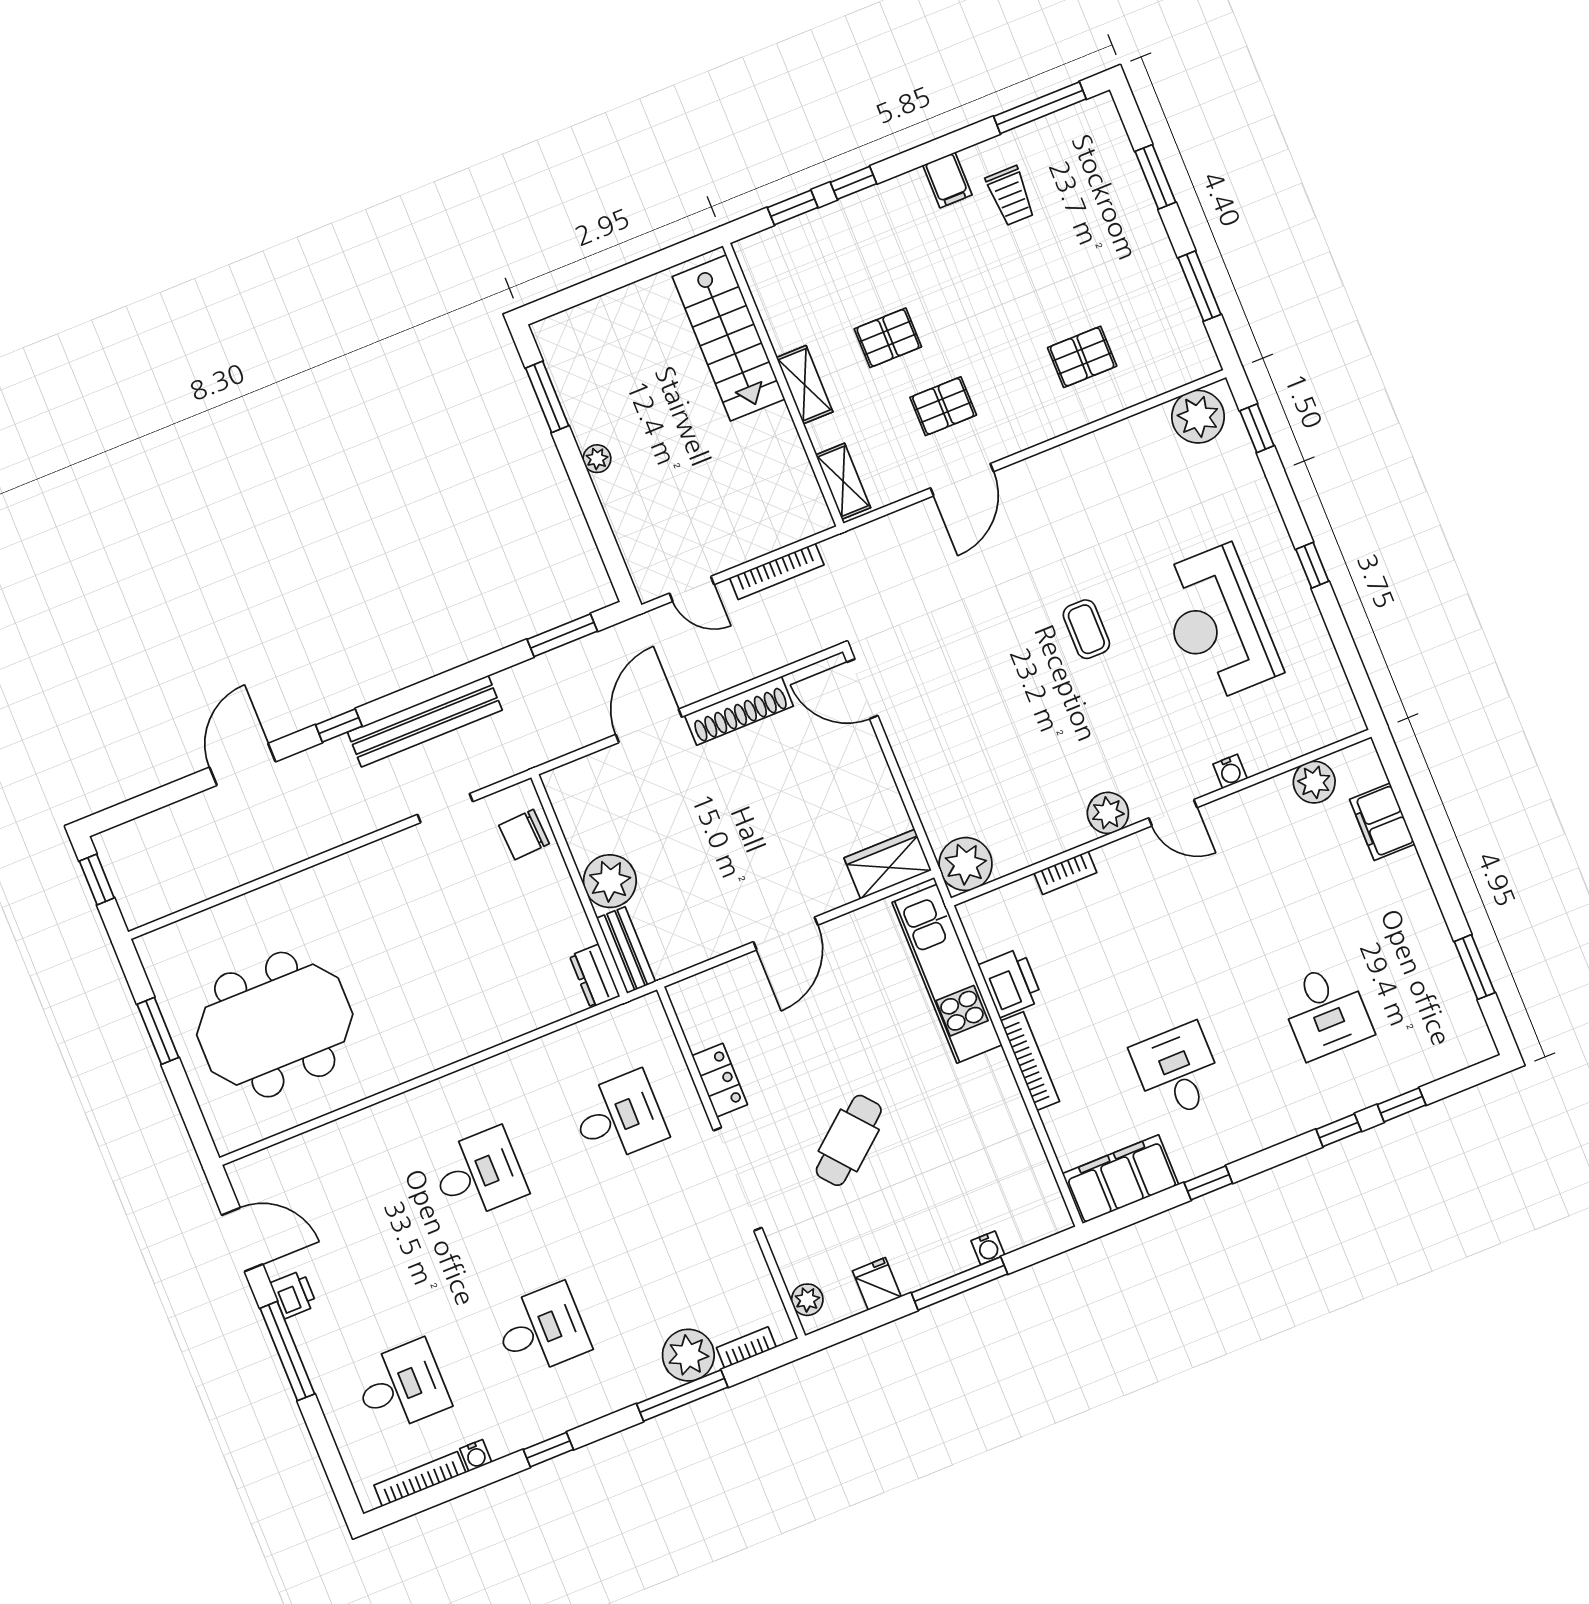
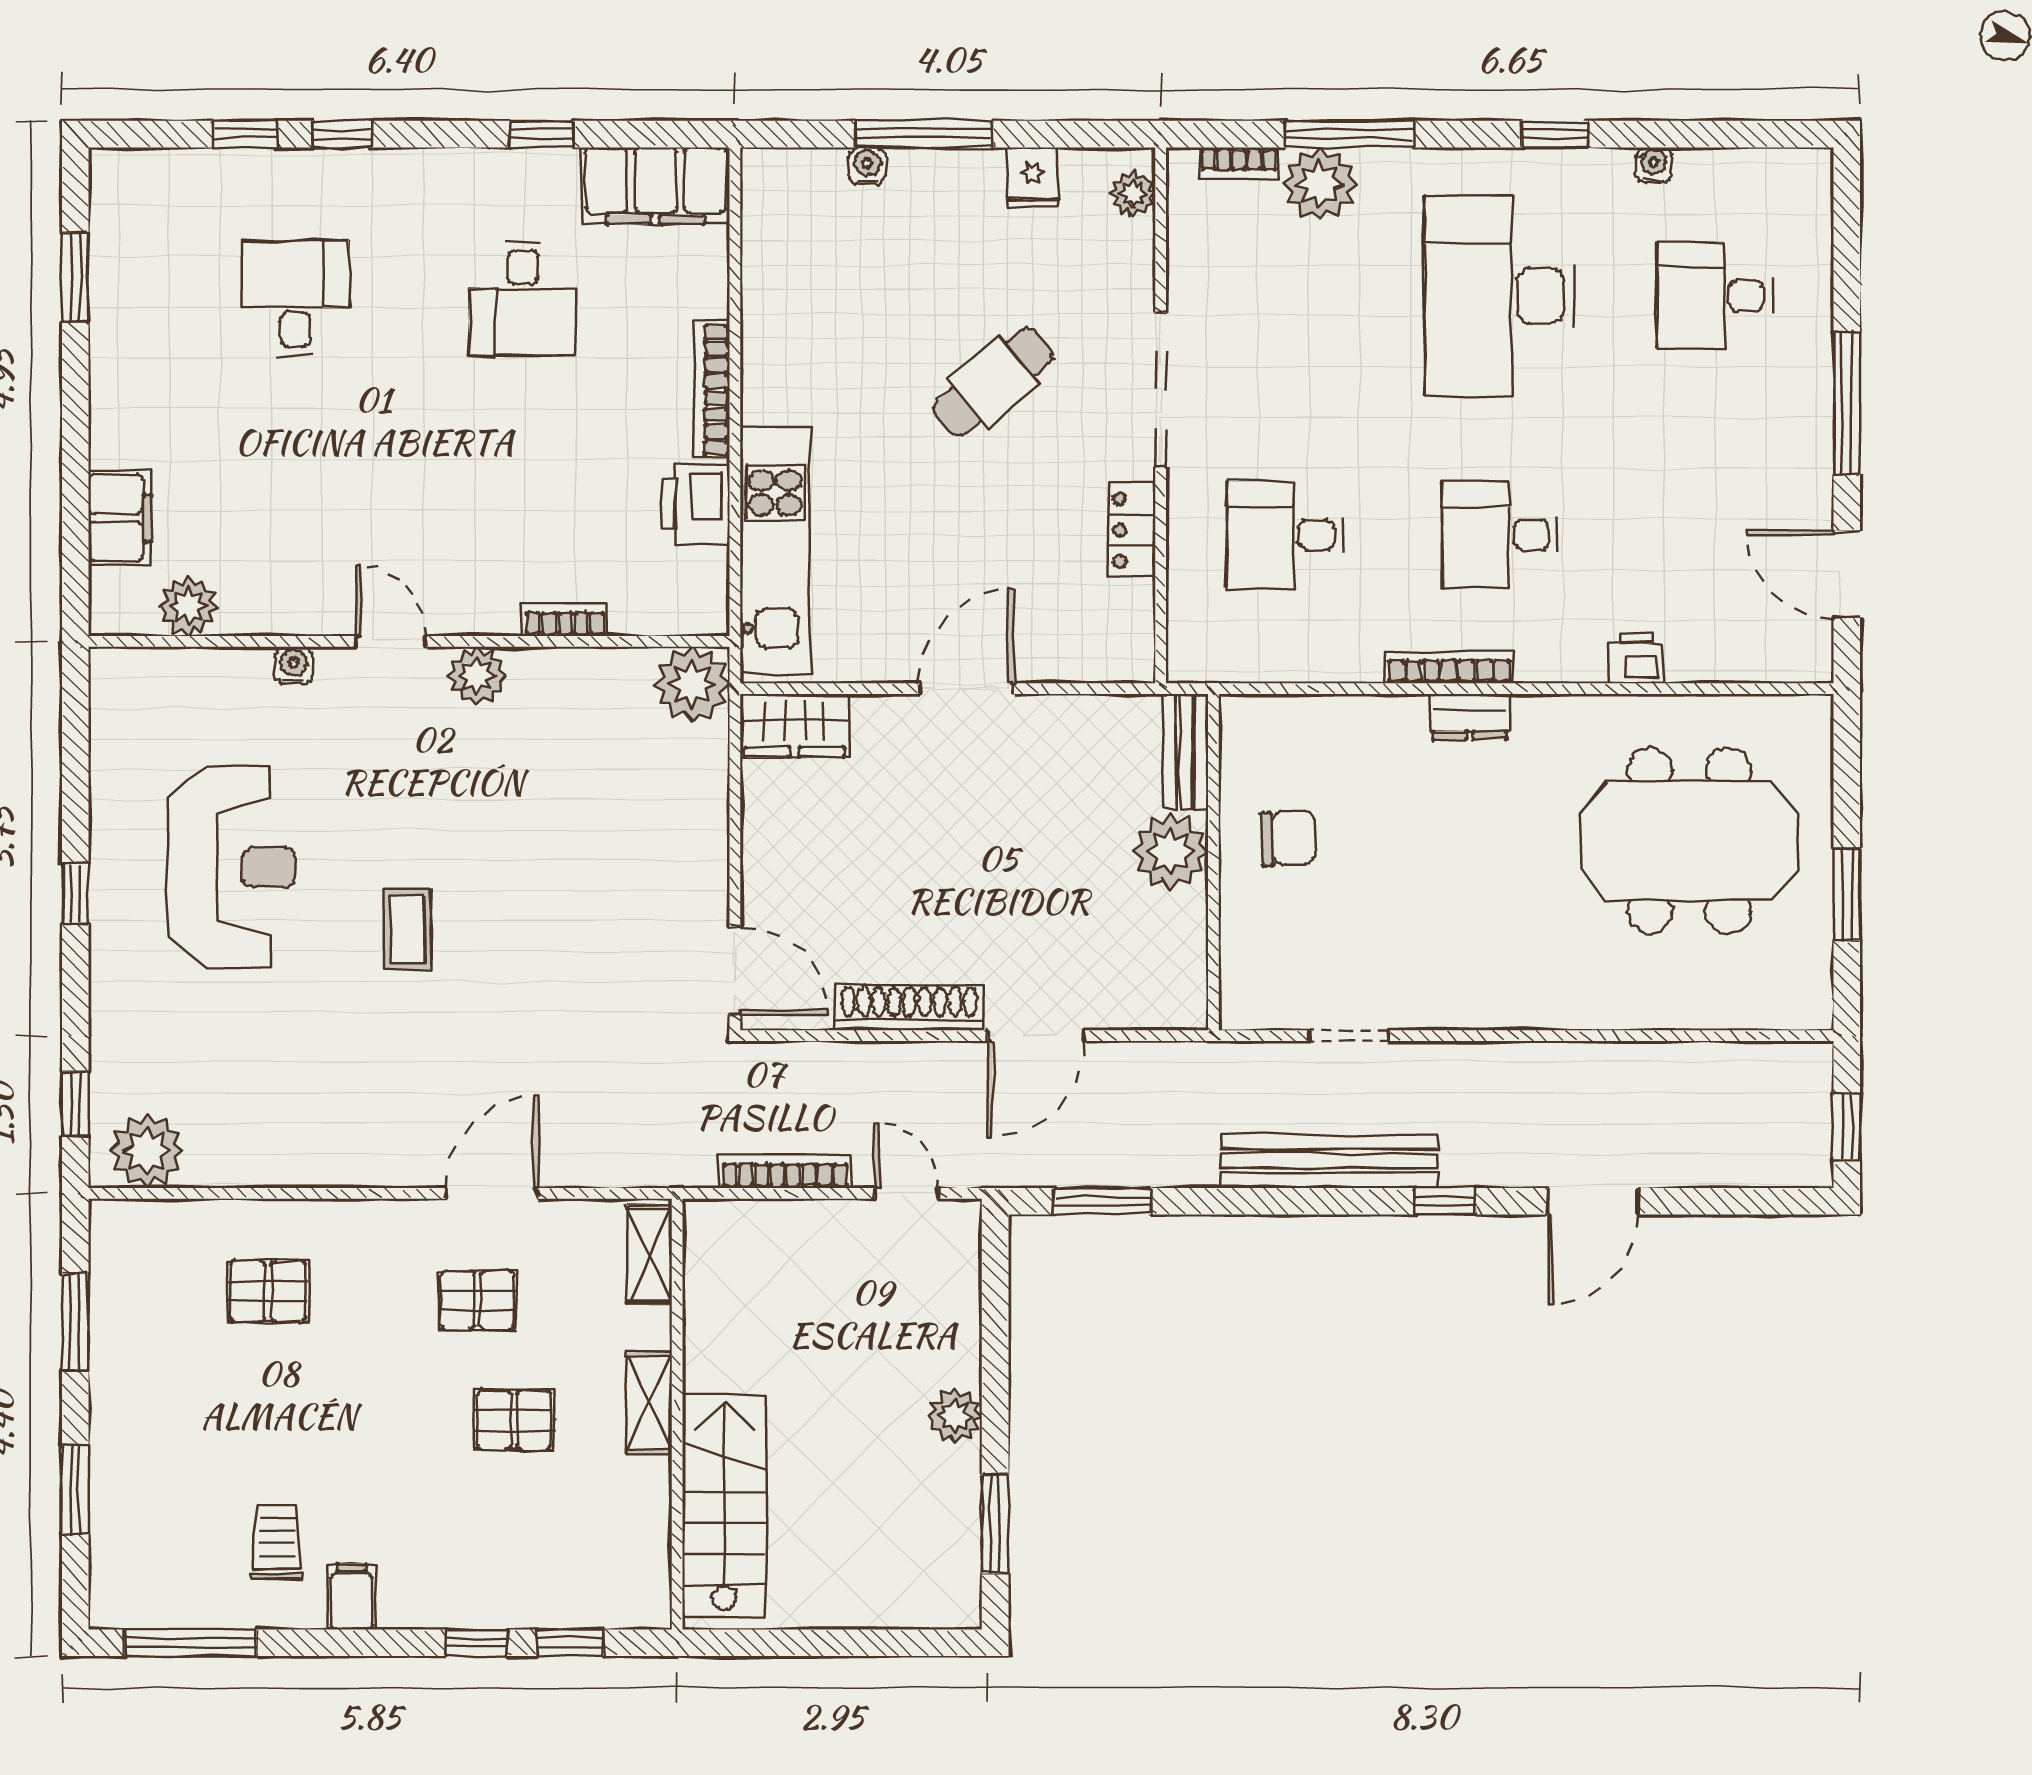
plant: (597, 459) -> (955, 1416), width x1.38, depth x1.38
chair: (524, 835) -> (1289, 838), moved
dresser: (595, 976) -> (1470, 717), moved, turned 90
printer: (293, 1294) -> (1636, 658), moved, turned 90
desk: (542, 1330) -> (1500, 296), width x1.87, depth x1.30
bookcase: (420, 1479) -> (1449, 667), moved, turned 180

